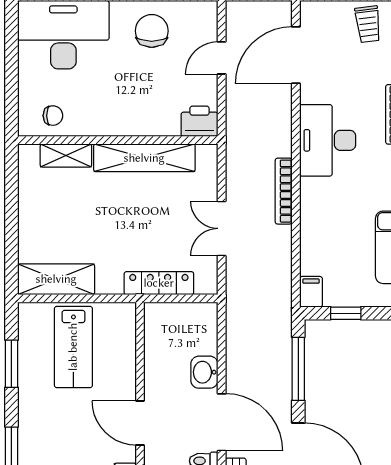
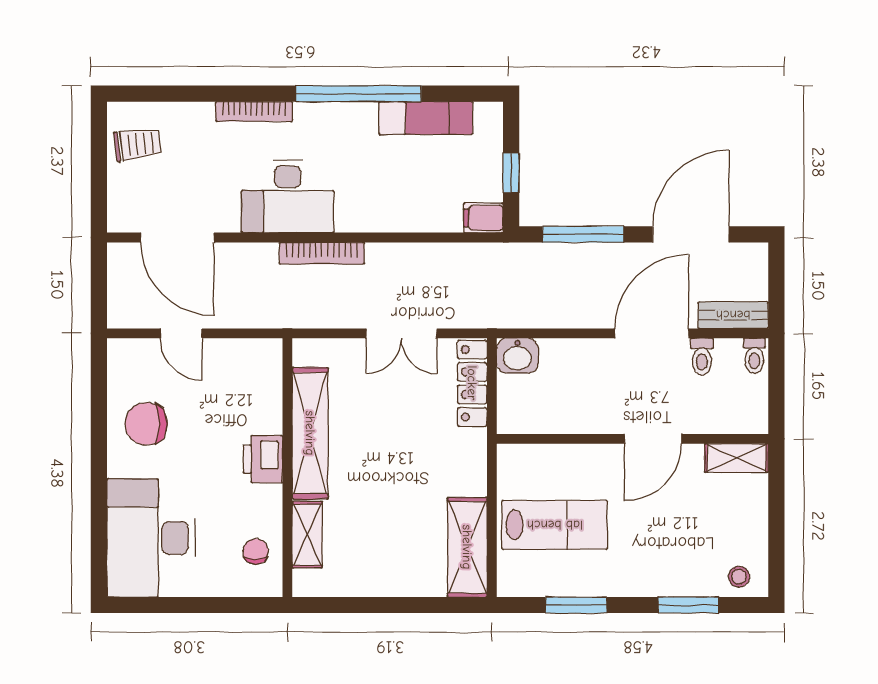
printer: (200, 121) -> (263, 459), moved
bookcase: (284, 191) -> (322, 253), moved
locker: (159, 283) -> (472, 383), moved
washbasin: (204, 372) -> (517, 356), moved

